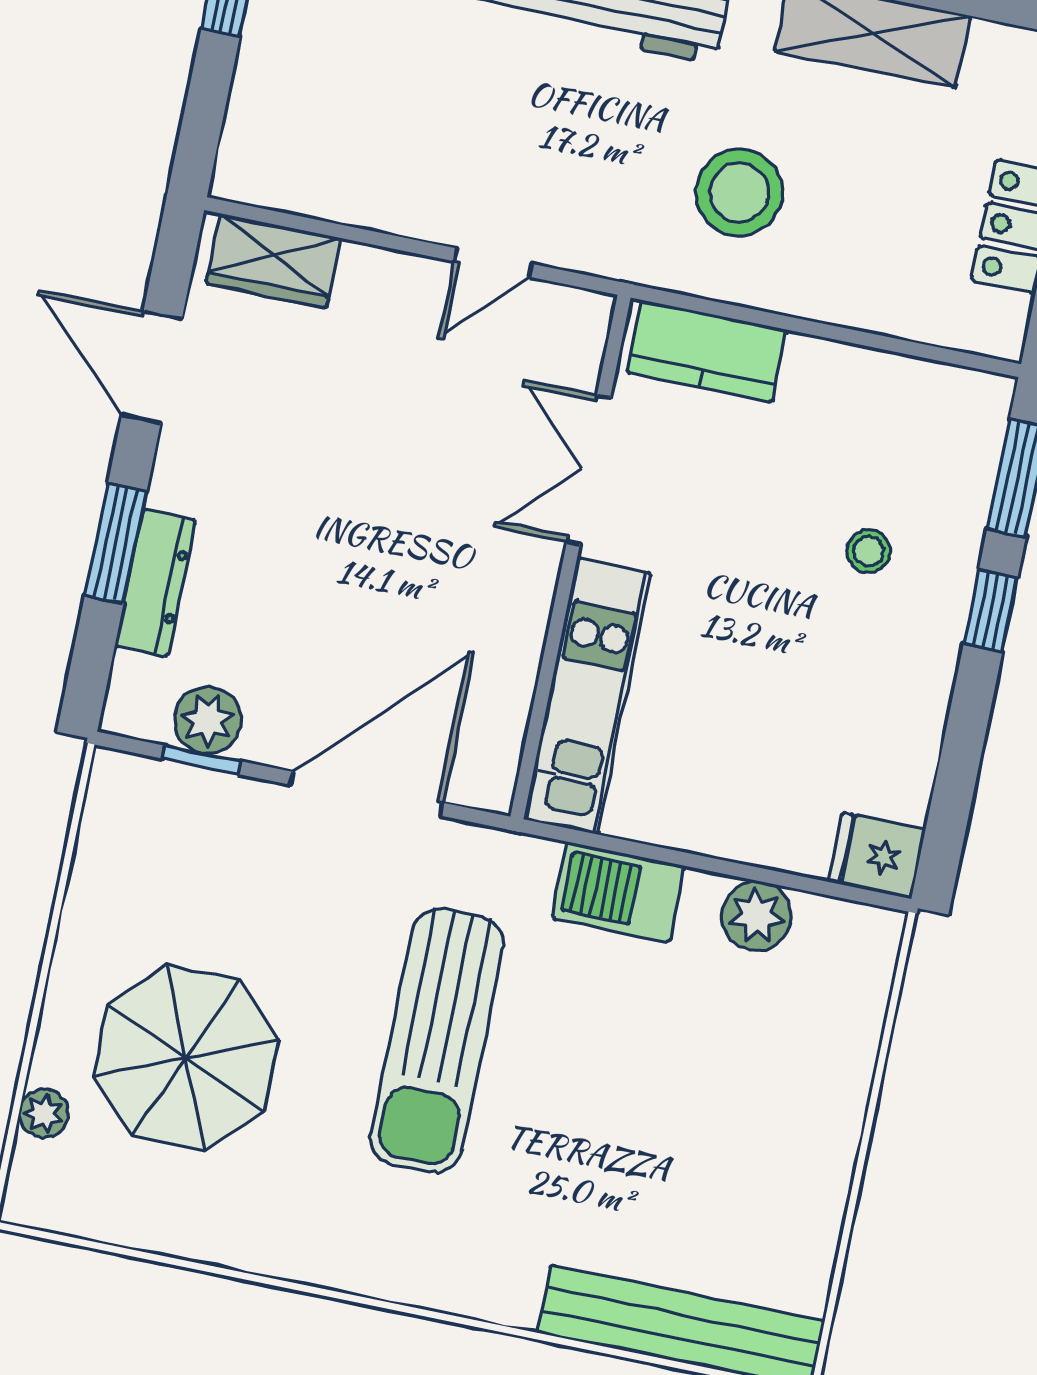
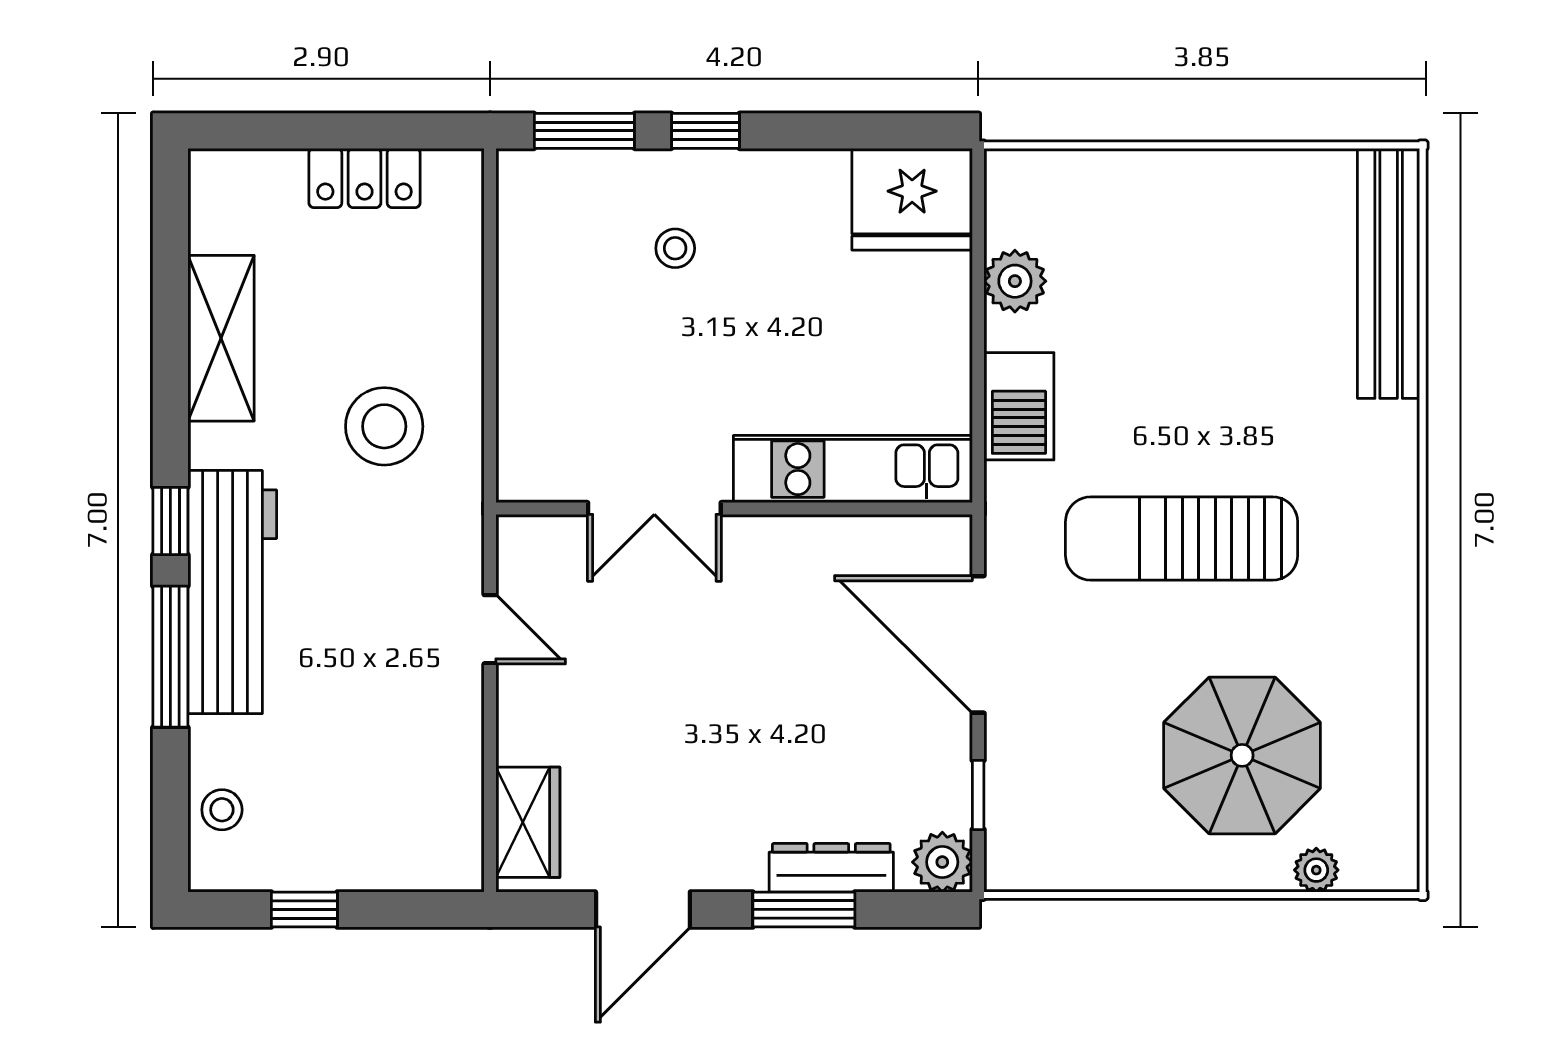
kitchen counter: (707, 351) -> (529, 426), removed
plant: (208, 720) -> (942, 862), moved
fridge: (877, 855) -> (912, 199), width x1.88, depth x1.34
sun lounger: (437, 1040) -> (1182, 539), turned 180

